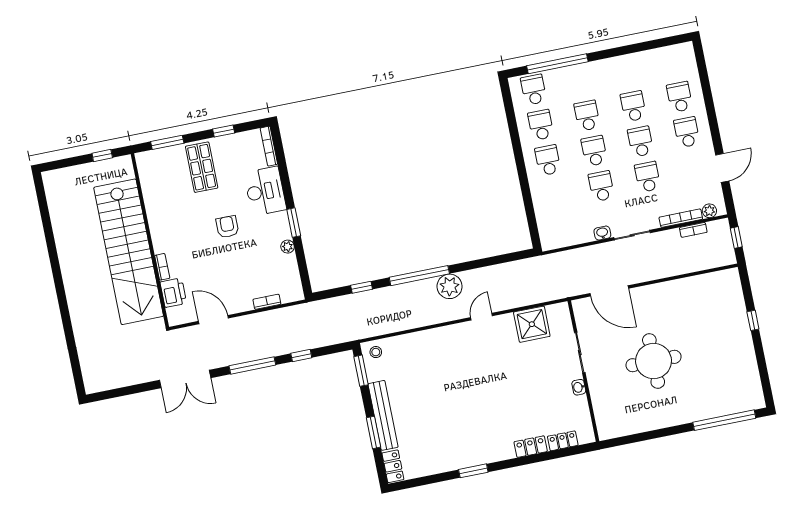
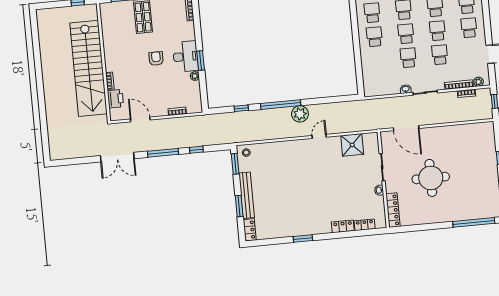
desk: (265, 191) -> (186, 56), moved
locker: (602, 415) -> (393, 210), added

